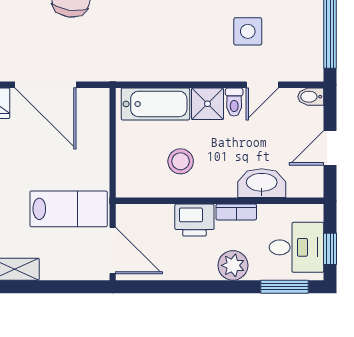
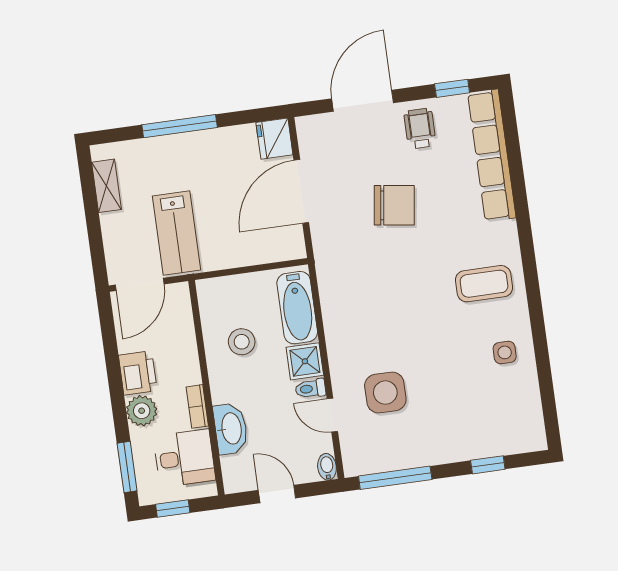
side table: (248, 31) -> (385, 393), width x1.37, depth x1.37
printer: (194, 220) -> (138, 373), moved, turned 180
desk: (296, 247) -> (184, 458), moved, turned -90

